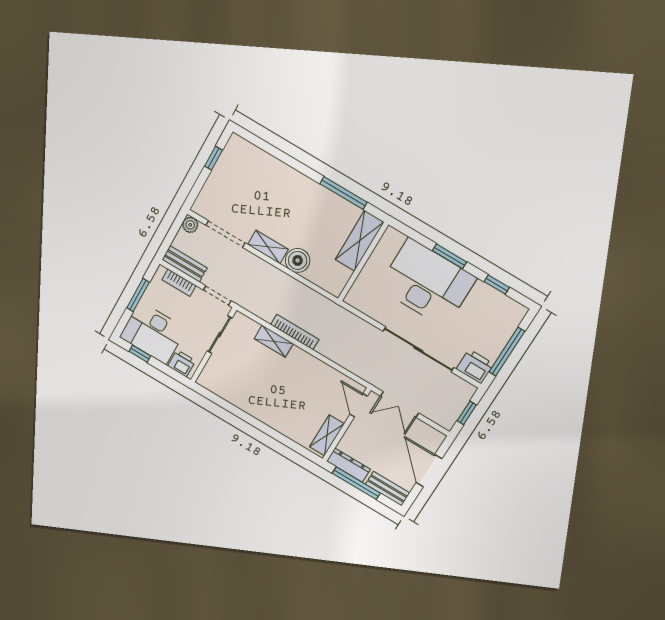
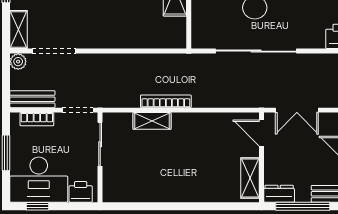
shelving: (268, 247) -> (19, 29), moved, turned 90
boiler: (298, 260) -> (131, 36), removed
sliding door: (418, 349) -> (256, 51), moved
dresser: (348, 465) -> (279, 194), width x0.70

